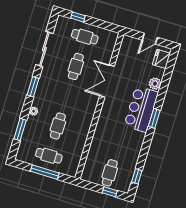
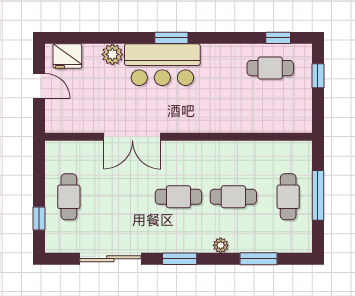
cafe table: (76, 66) -> (178, 197), moved
cafe table: (110, 173) -> (270, 68), moved

